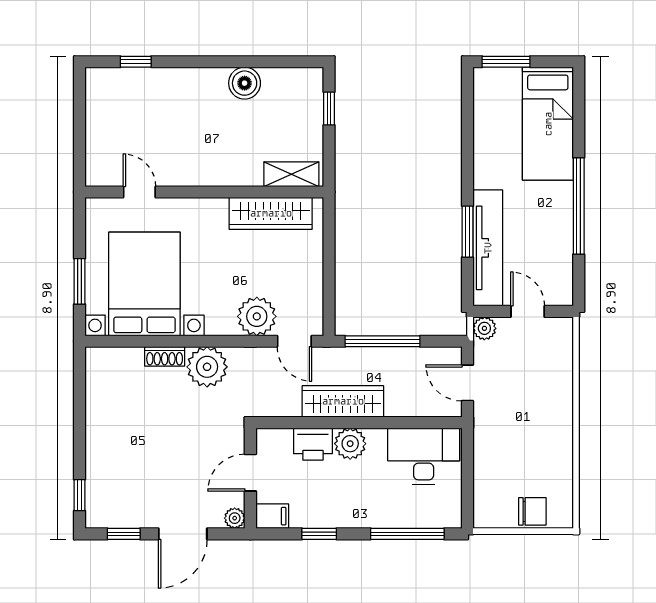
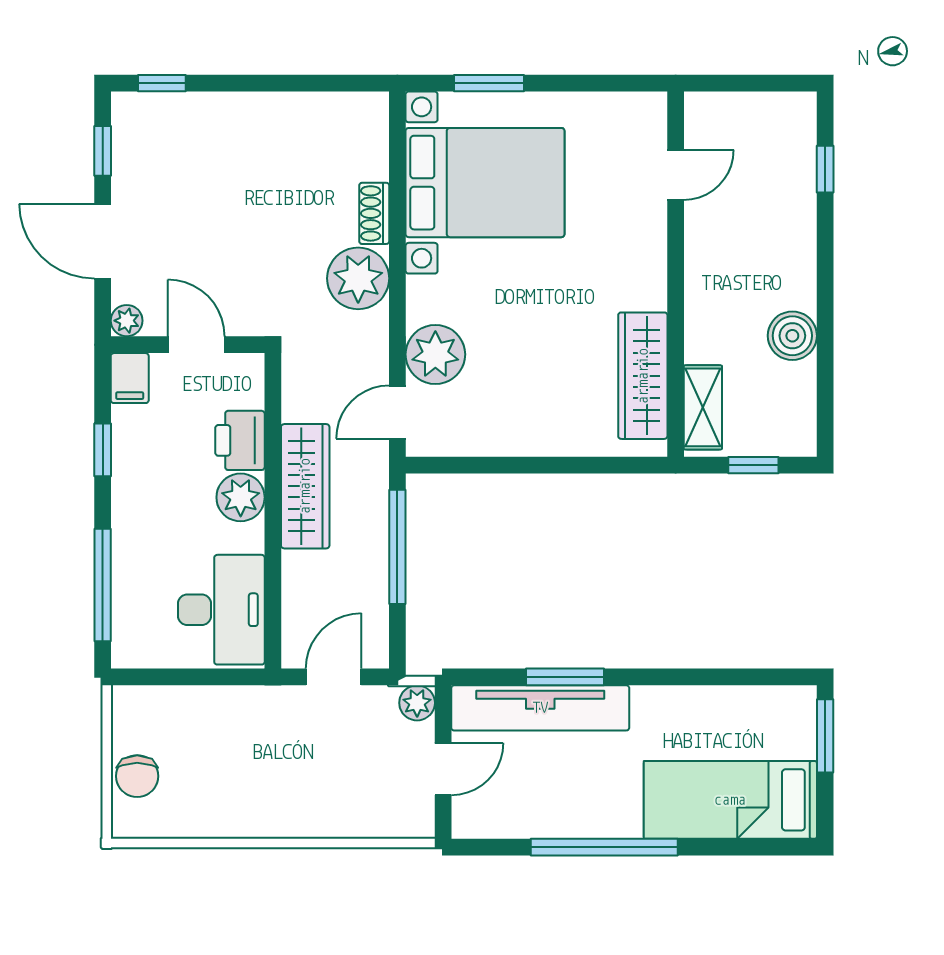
shelving: (291, 174) -> (703, 407), moved
door: (139, 192) -> (676, 175), moved
wall: (204, 192) -> (676, 274), moved
wardrobe: (271, 213) -> (643, 376), moved

